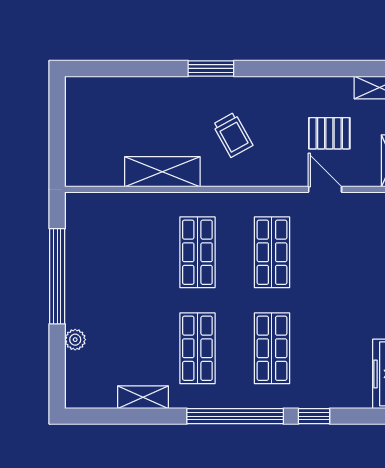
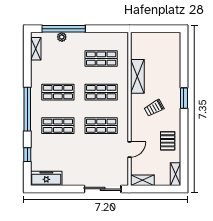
pallet: (329, 133) -> (168, 141), moved
shop shelf: (123, 252) -> (101, 58), added
window: (57, 276) -> (64, 29), moved
shelving: (143, 397) -> (36, 49), moved
window: (314, 416) -> (27, 155), moved

